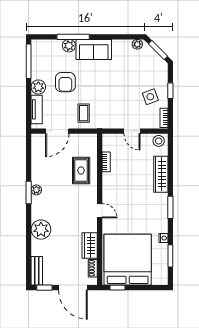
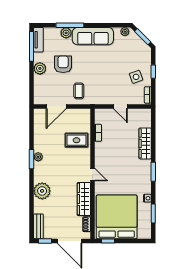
sofa: (94, 49) -> (93, 36), width x1.36
armchair: (65, 82) -> (63, 64), turned 180
tv unit: (37, 109) -> (38, 40), moved
stool: (159, 141) -> (143, 115), removed
rug: (81, 171) -> (77, 140), turned 90
wardrobe: (90, 245) -> (84, 199), width x1.50

